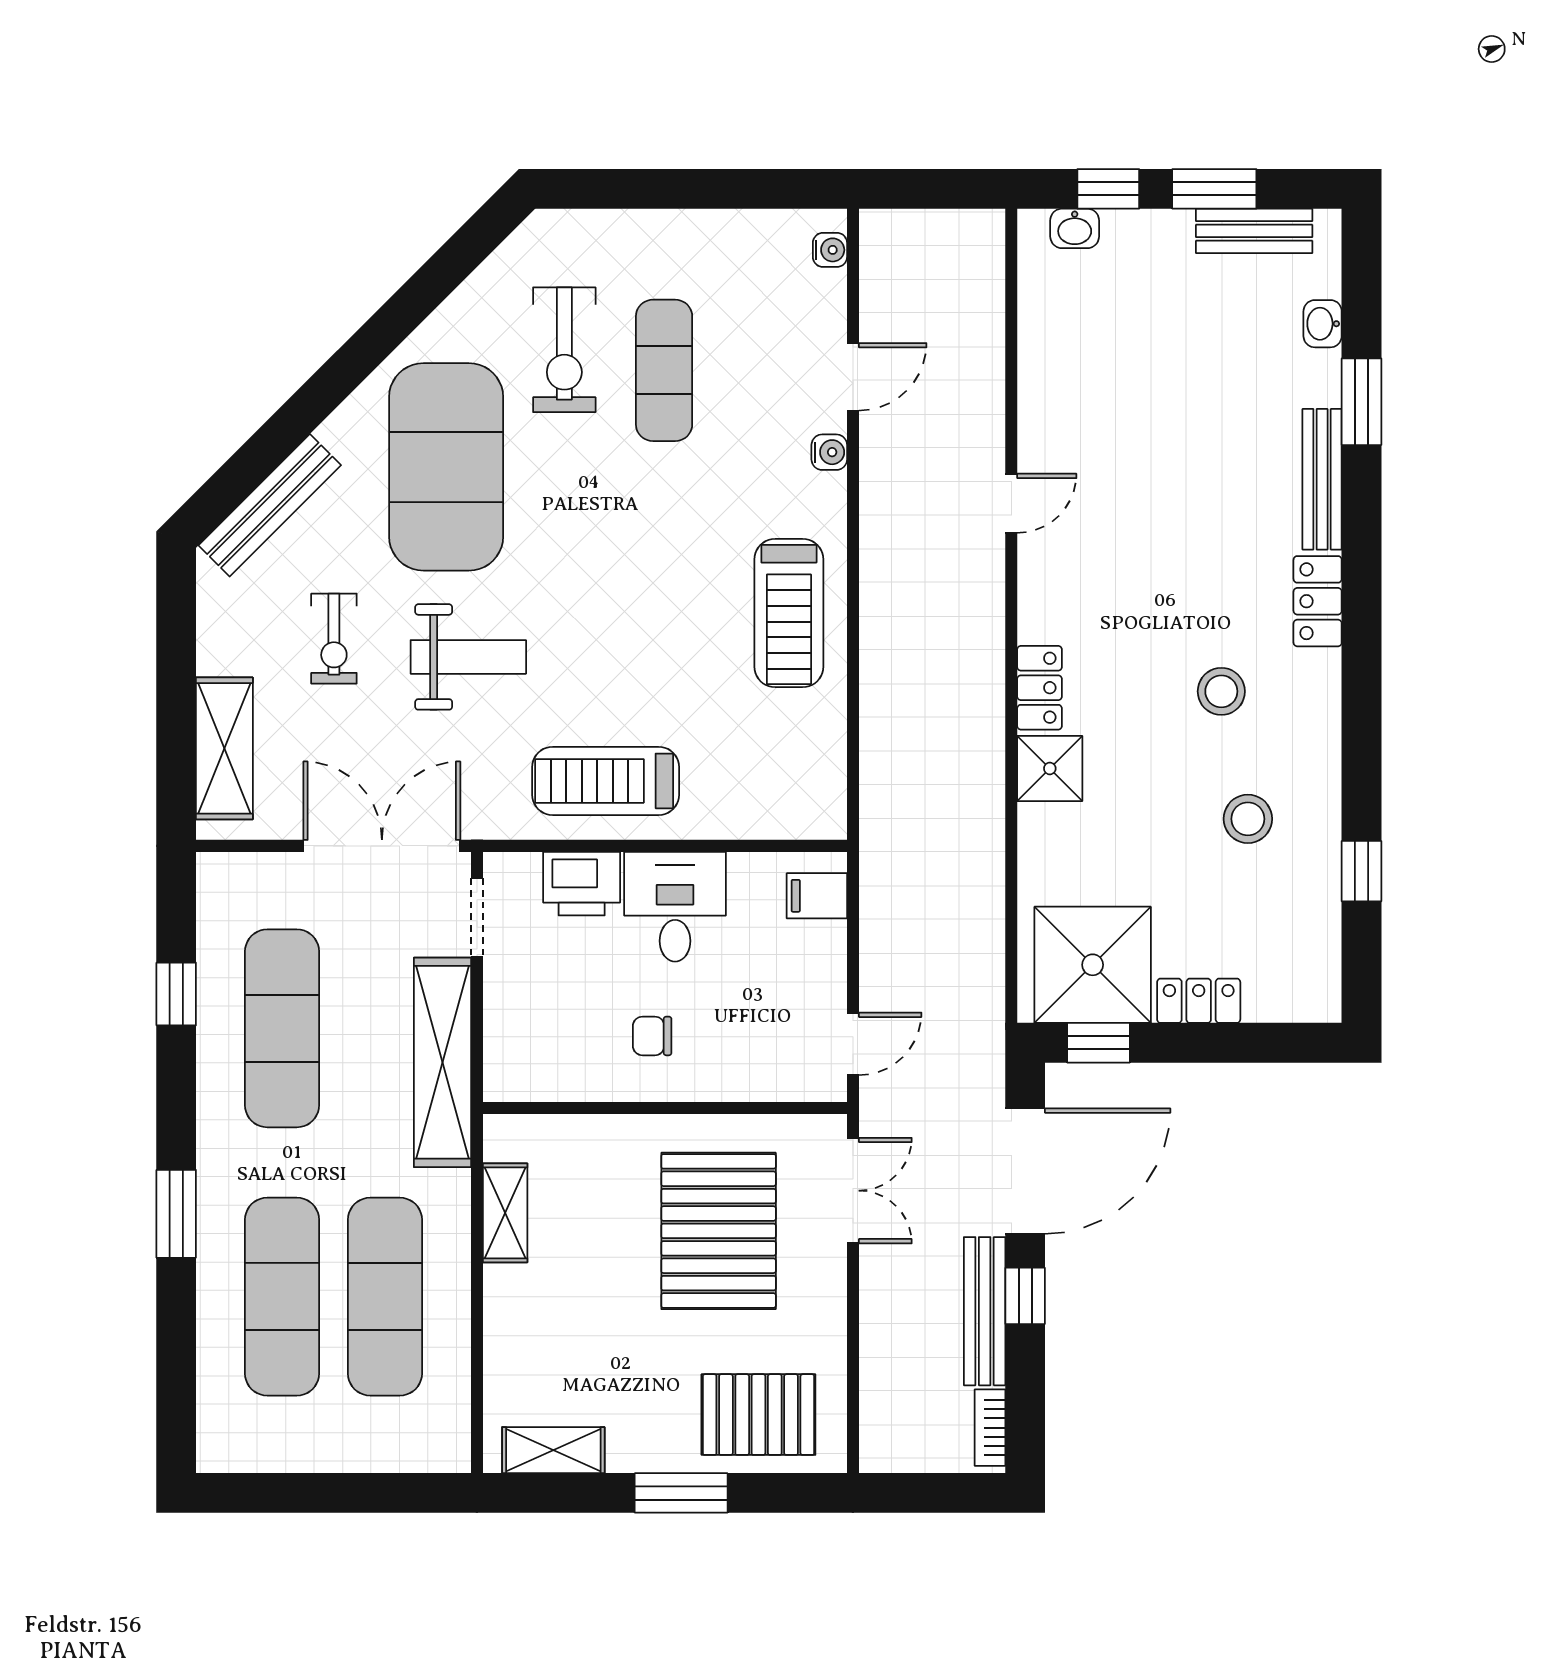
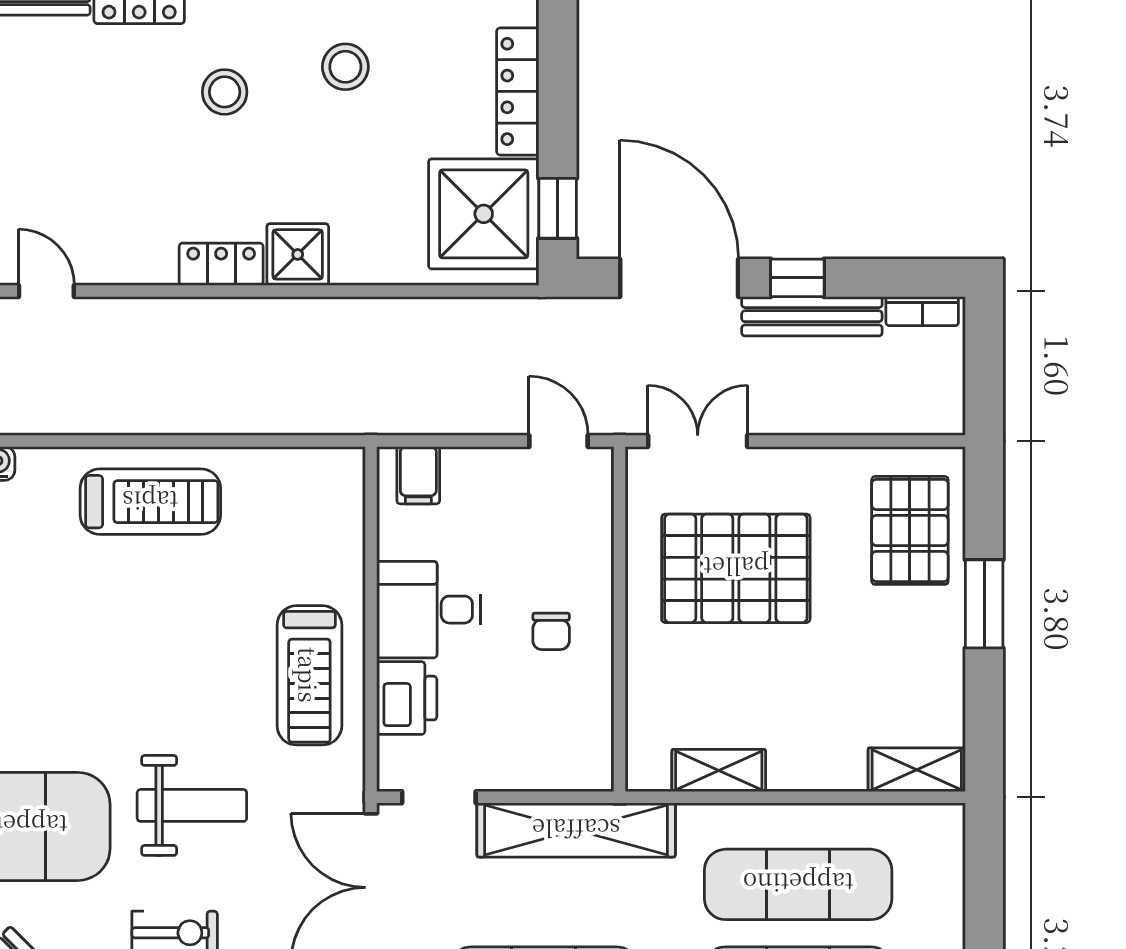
weight bench: (468, 657) -> (192, 805), turned 90
locker: (1199, 1001) -> (518, 91), width x1.53
shelving: (553, 1450) -> (917, 770), moved, turned 90

